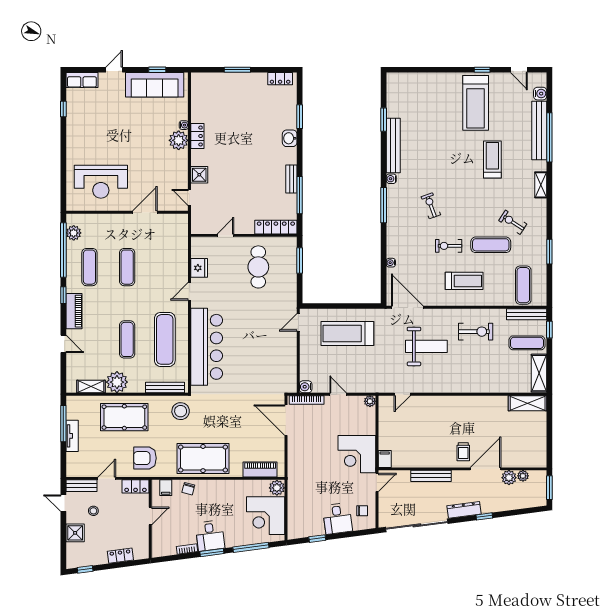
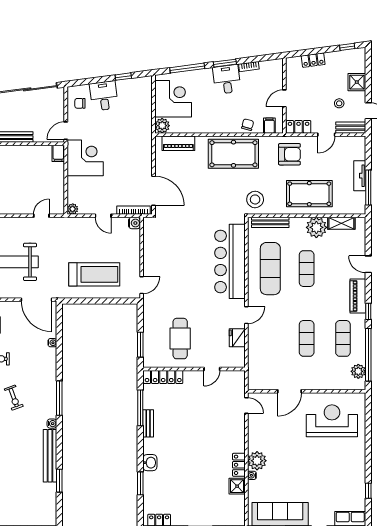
shower: (199, 175) -> (237, 486), moved

